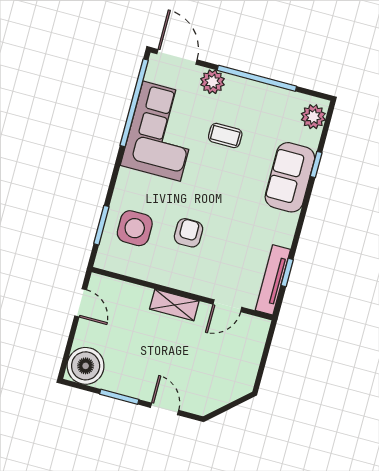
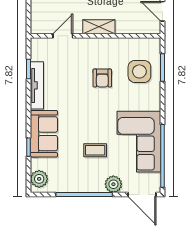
tv unit: (273, 280) -> (37, 85), moved

